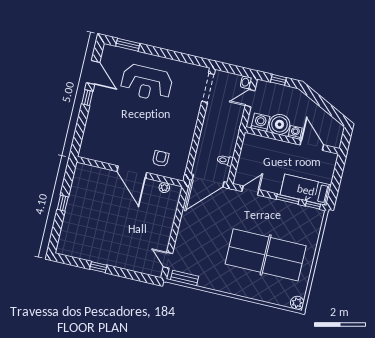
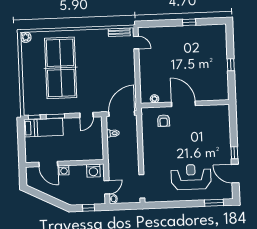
boiler: (279, 124) -> (78, 173), removed
table tennis table: (266, 255) -> (61, 68), turned 90

